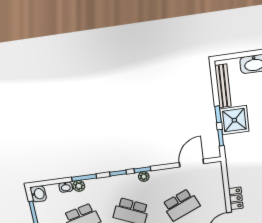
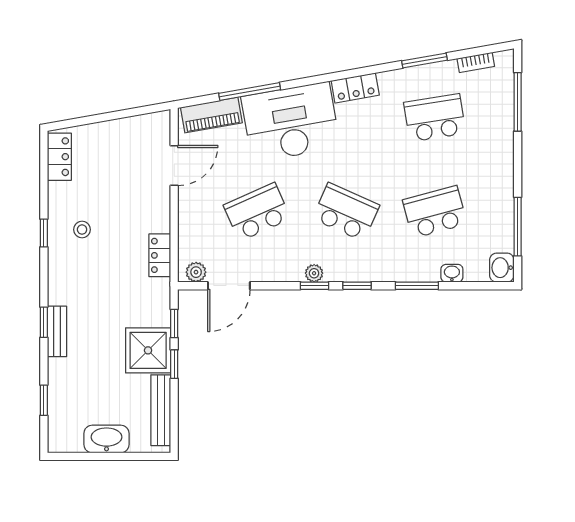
plant: (79, 186) -> (196, 272), moved
locker: (236, 198) -> (160, 255), moved

